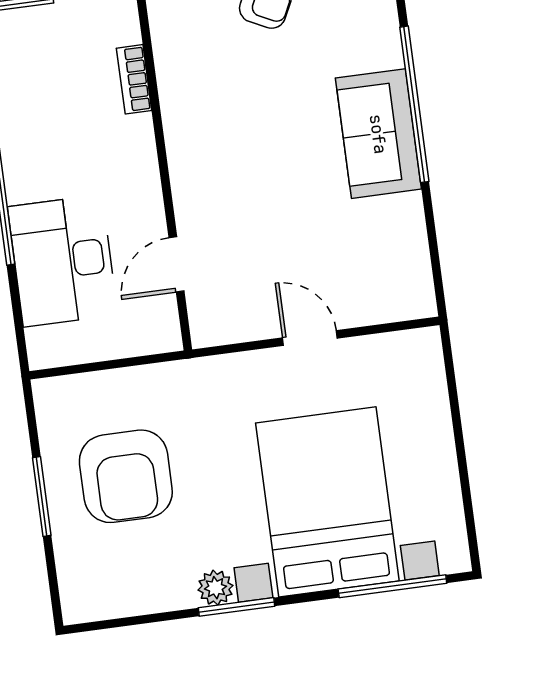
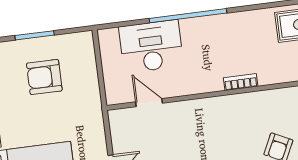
armchair: (126, 476) -> (44, 77), width x0.73, depth x0.73

